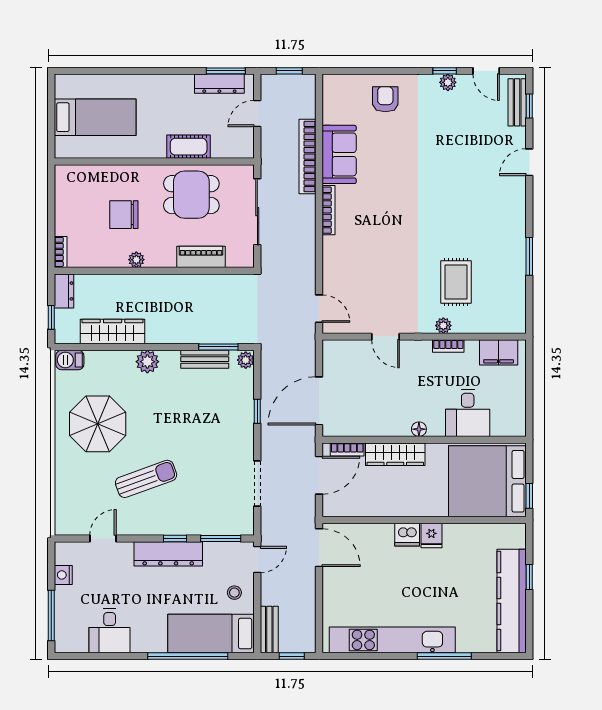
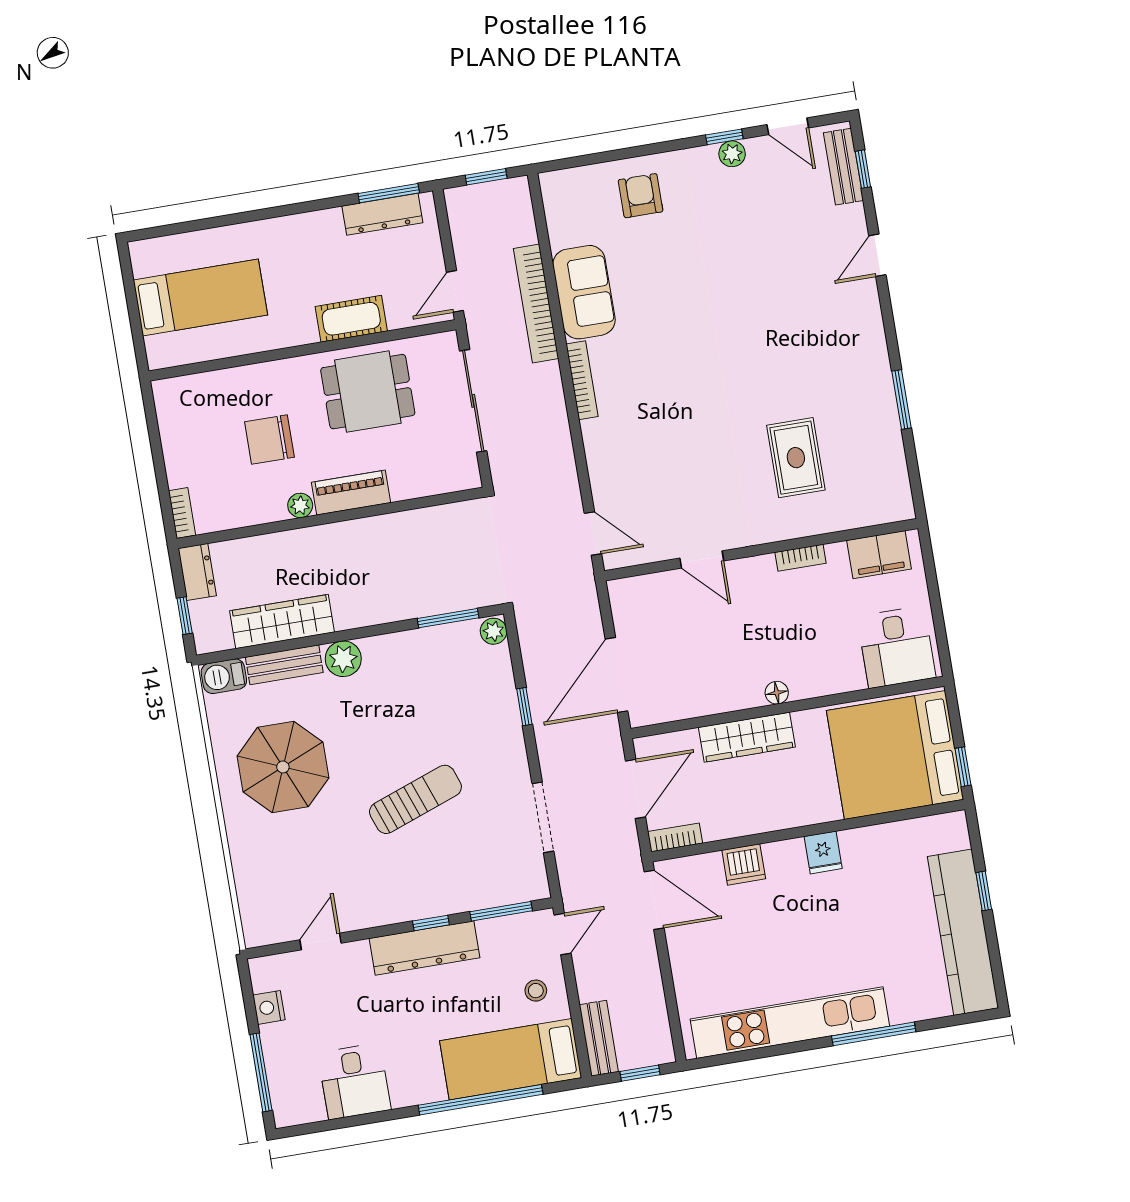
door: (257, 113) -> (455, 291), moved
piano: (201, 257) -> (351, 493), moved
plant: (443, 326) -> (788, 528), removed
bench: (205, 359) -> (284, 665), moved
desk: (468, 413) -> (896, 647), moved
bookcase: (347, 449) -> (675, 837), moved, turned 180
sun lounger: (146, 479) -> (415, 799), moved
dishwasher: (407, 535) -> (744, 864), moved

